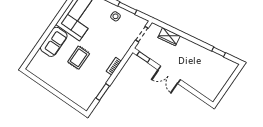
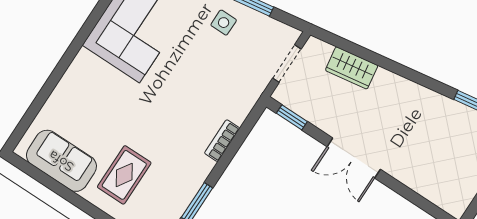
sofa: (54, 42) -> (61, 161), moved, turned -90
rug: (79, 58) -> (124, 175), moved

